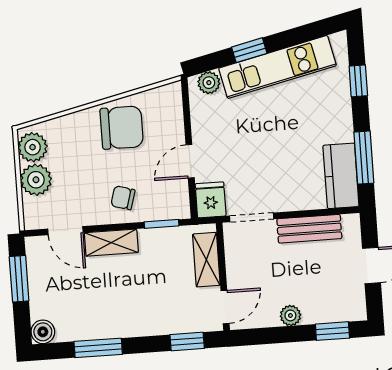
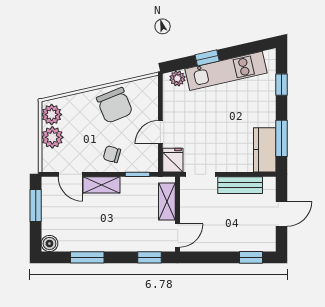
chair: (122, 128) -> (115, 105), turned 68
plant: (290, 315) -> (223, 244), removed

